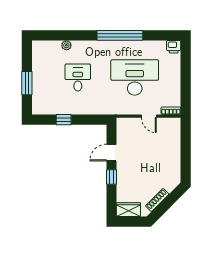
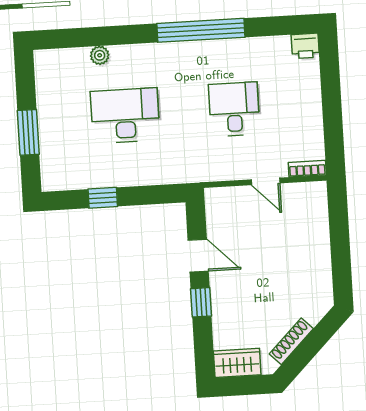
desk: (78, 77) -> (125, 116), width x1.37
desk: (135, 77) -> (234, 109), width x0.53, depth x0.77
door: (111, 153) -> (198, 256), swing flipped

